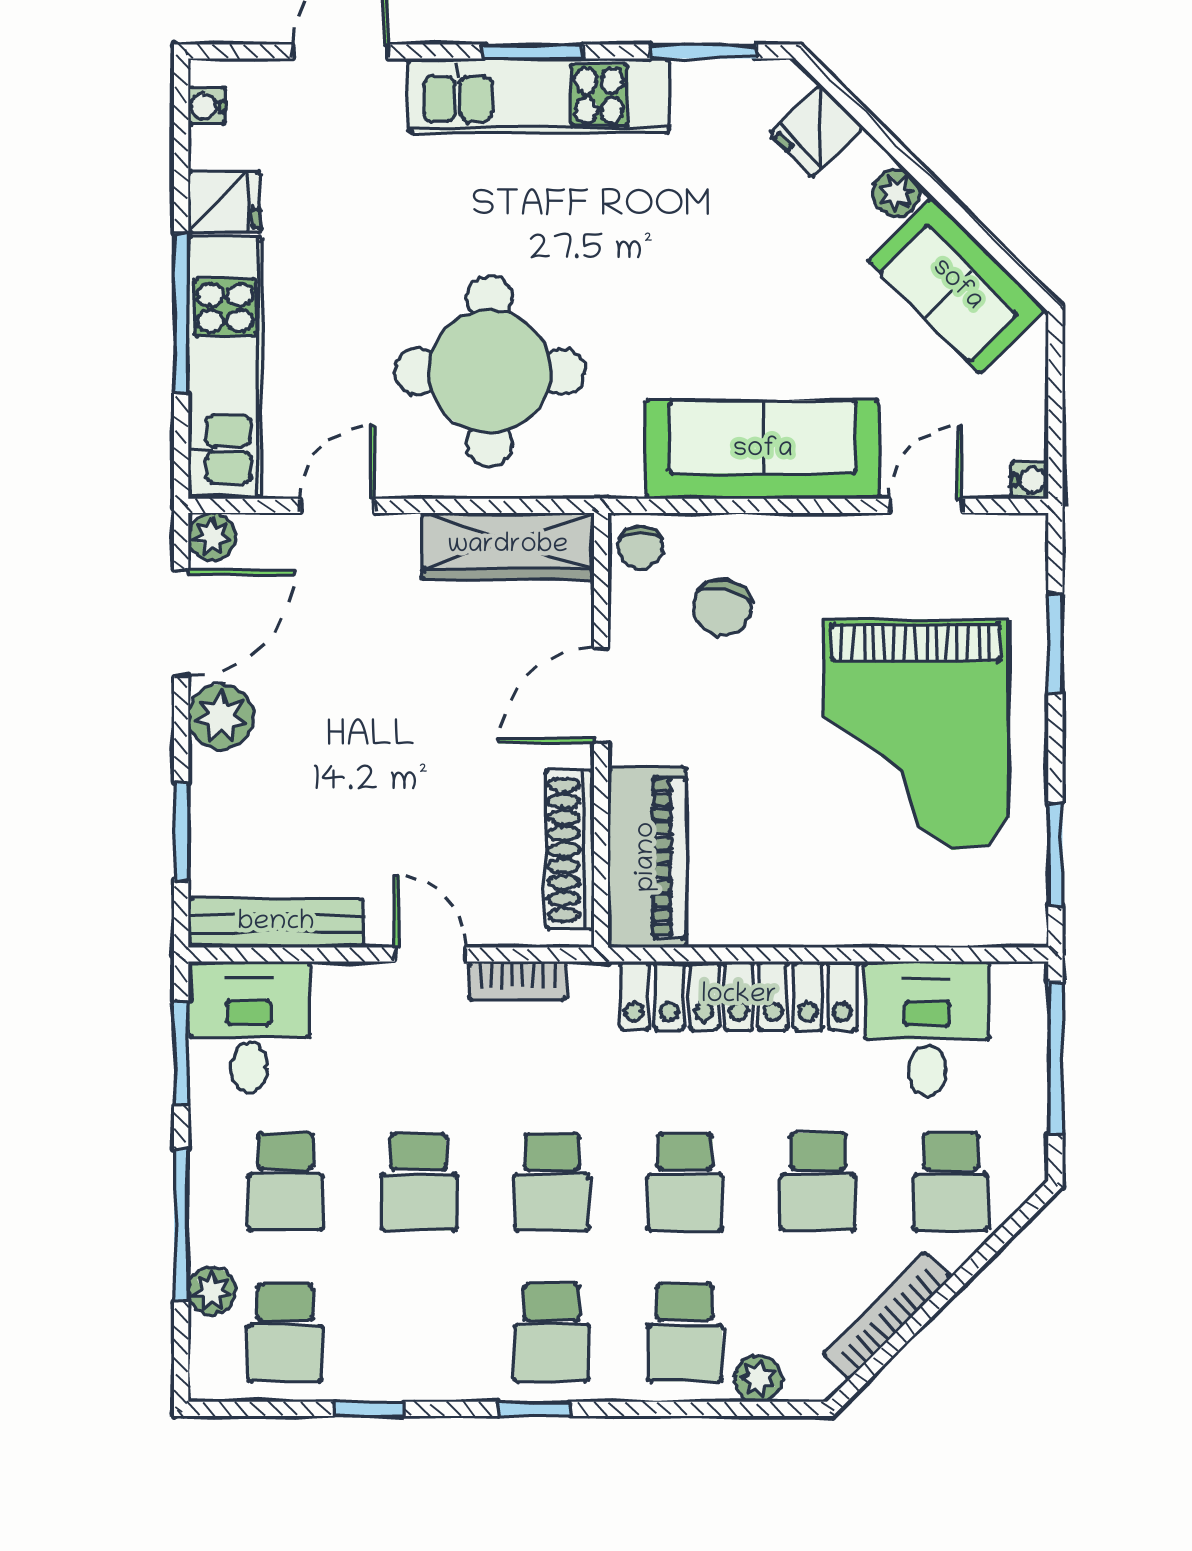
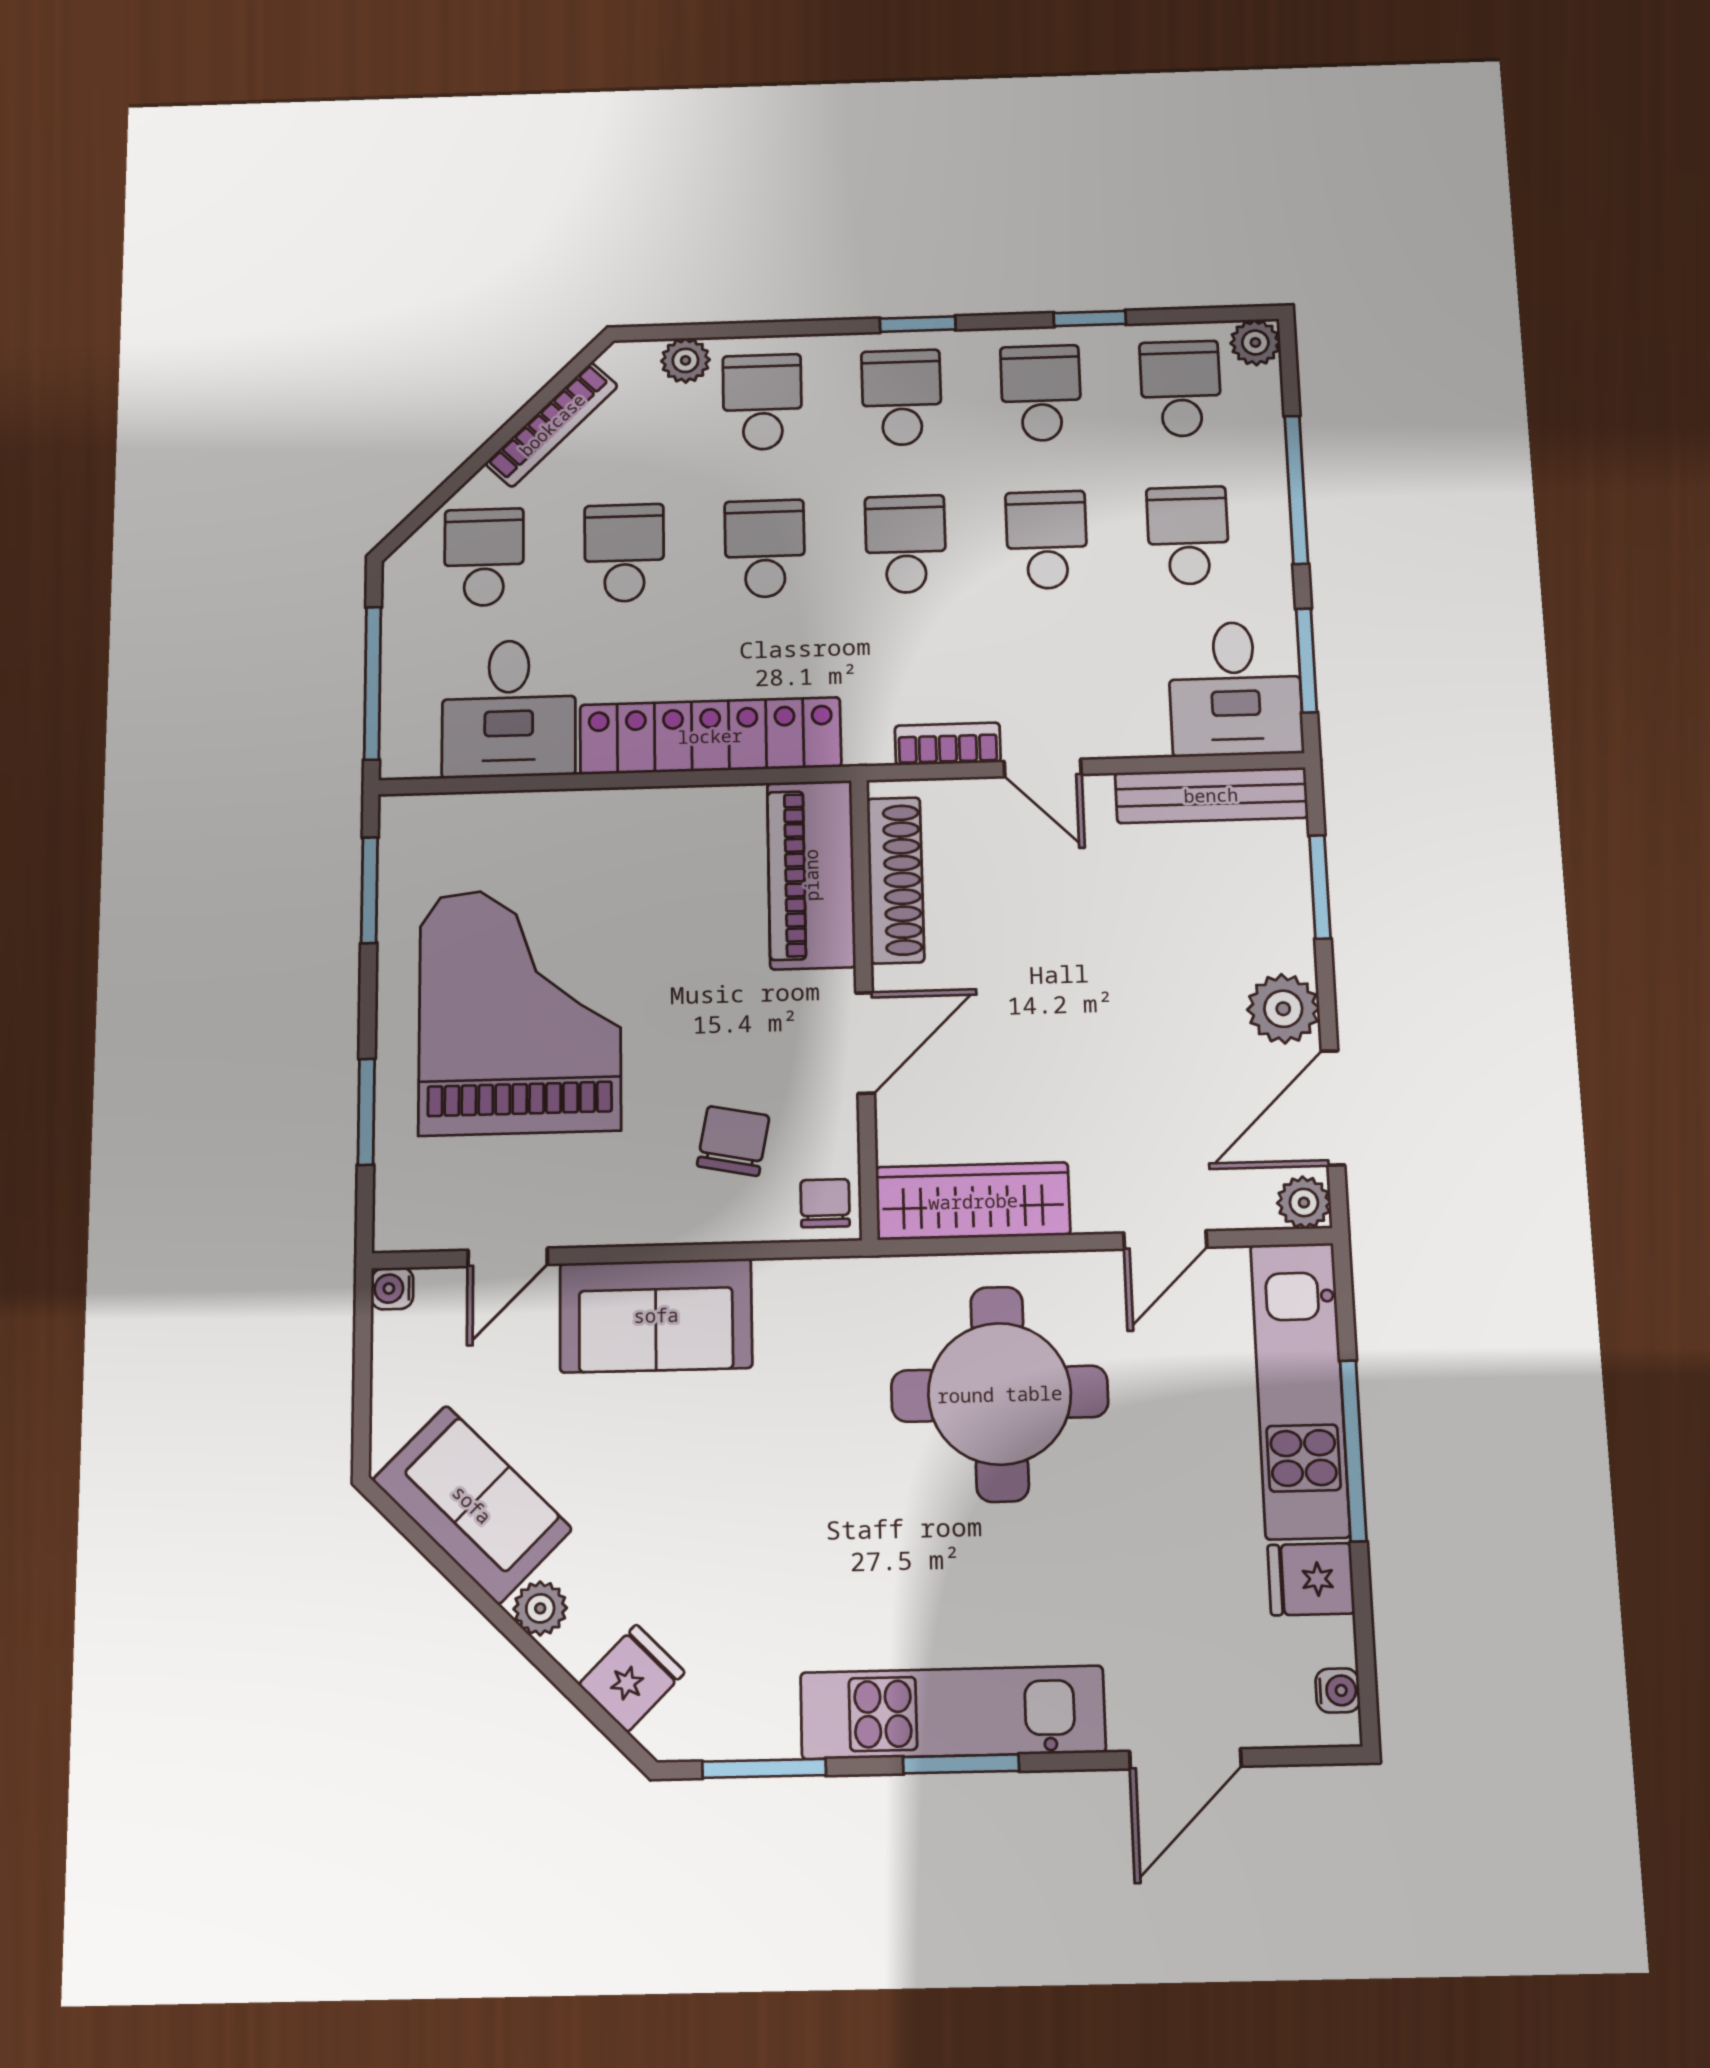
sofa: (763, 450) -> (656, 1315), width x0.73
plant: (212, 1291) -> (1255, 342), moved
school desk: (419, 1333) -> (1041, 393), added

